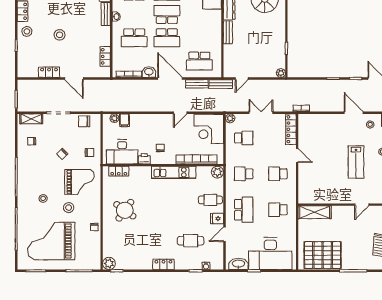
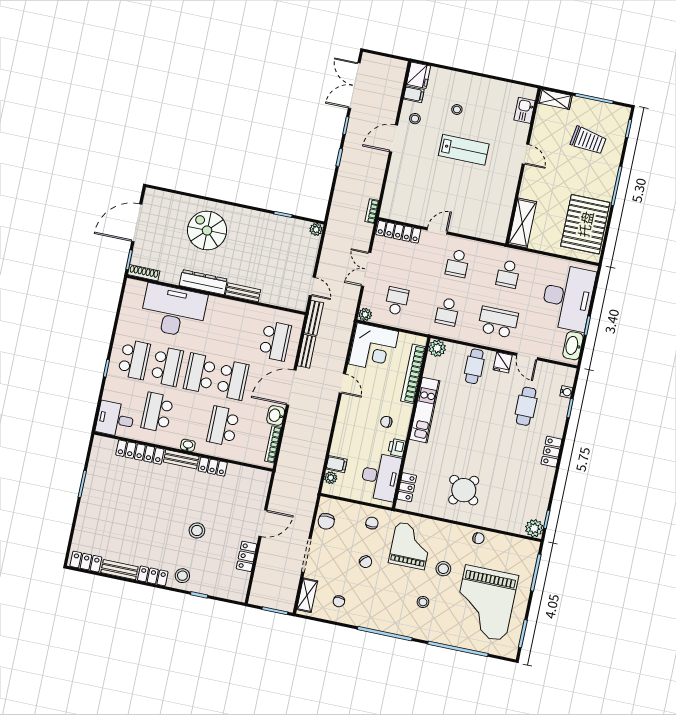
school desk: (134, 38) -> (223, 426), turned 180
locker: (105, 56) -> (213, 467), moved

